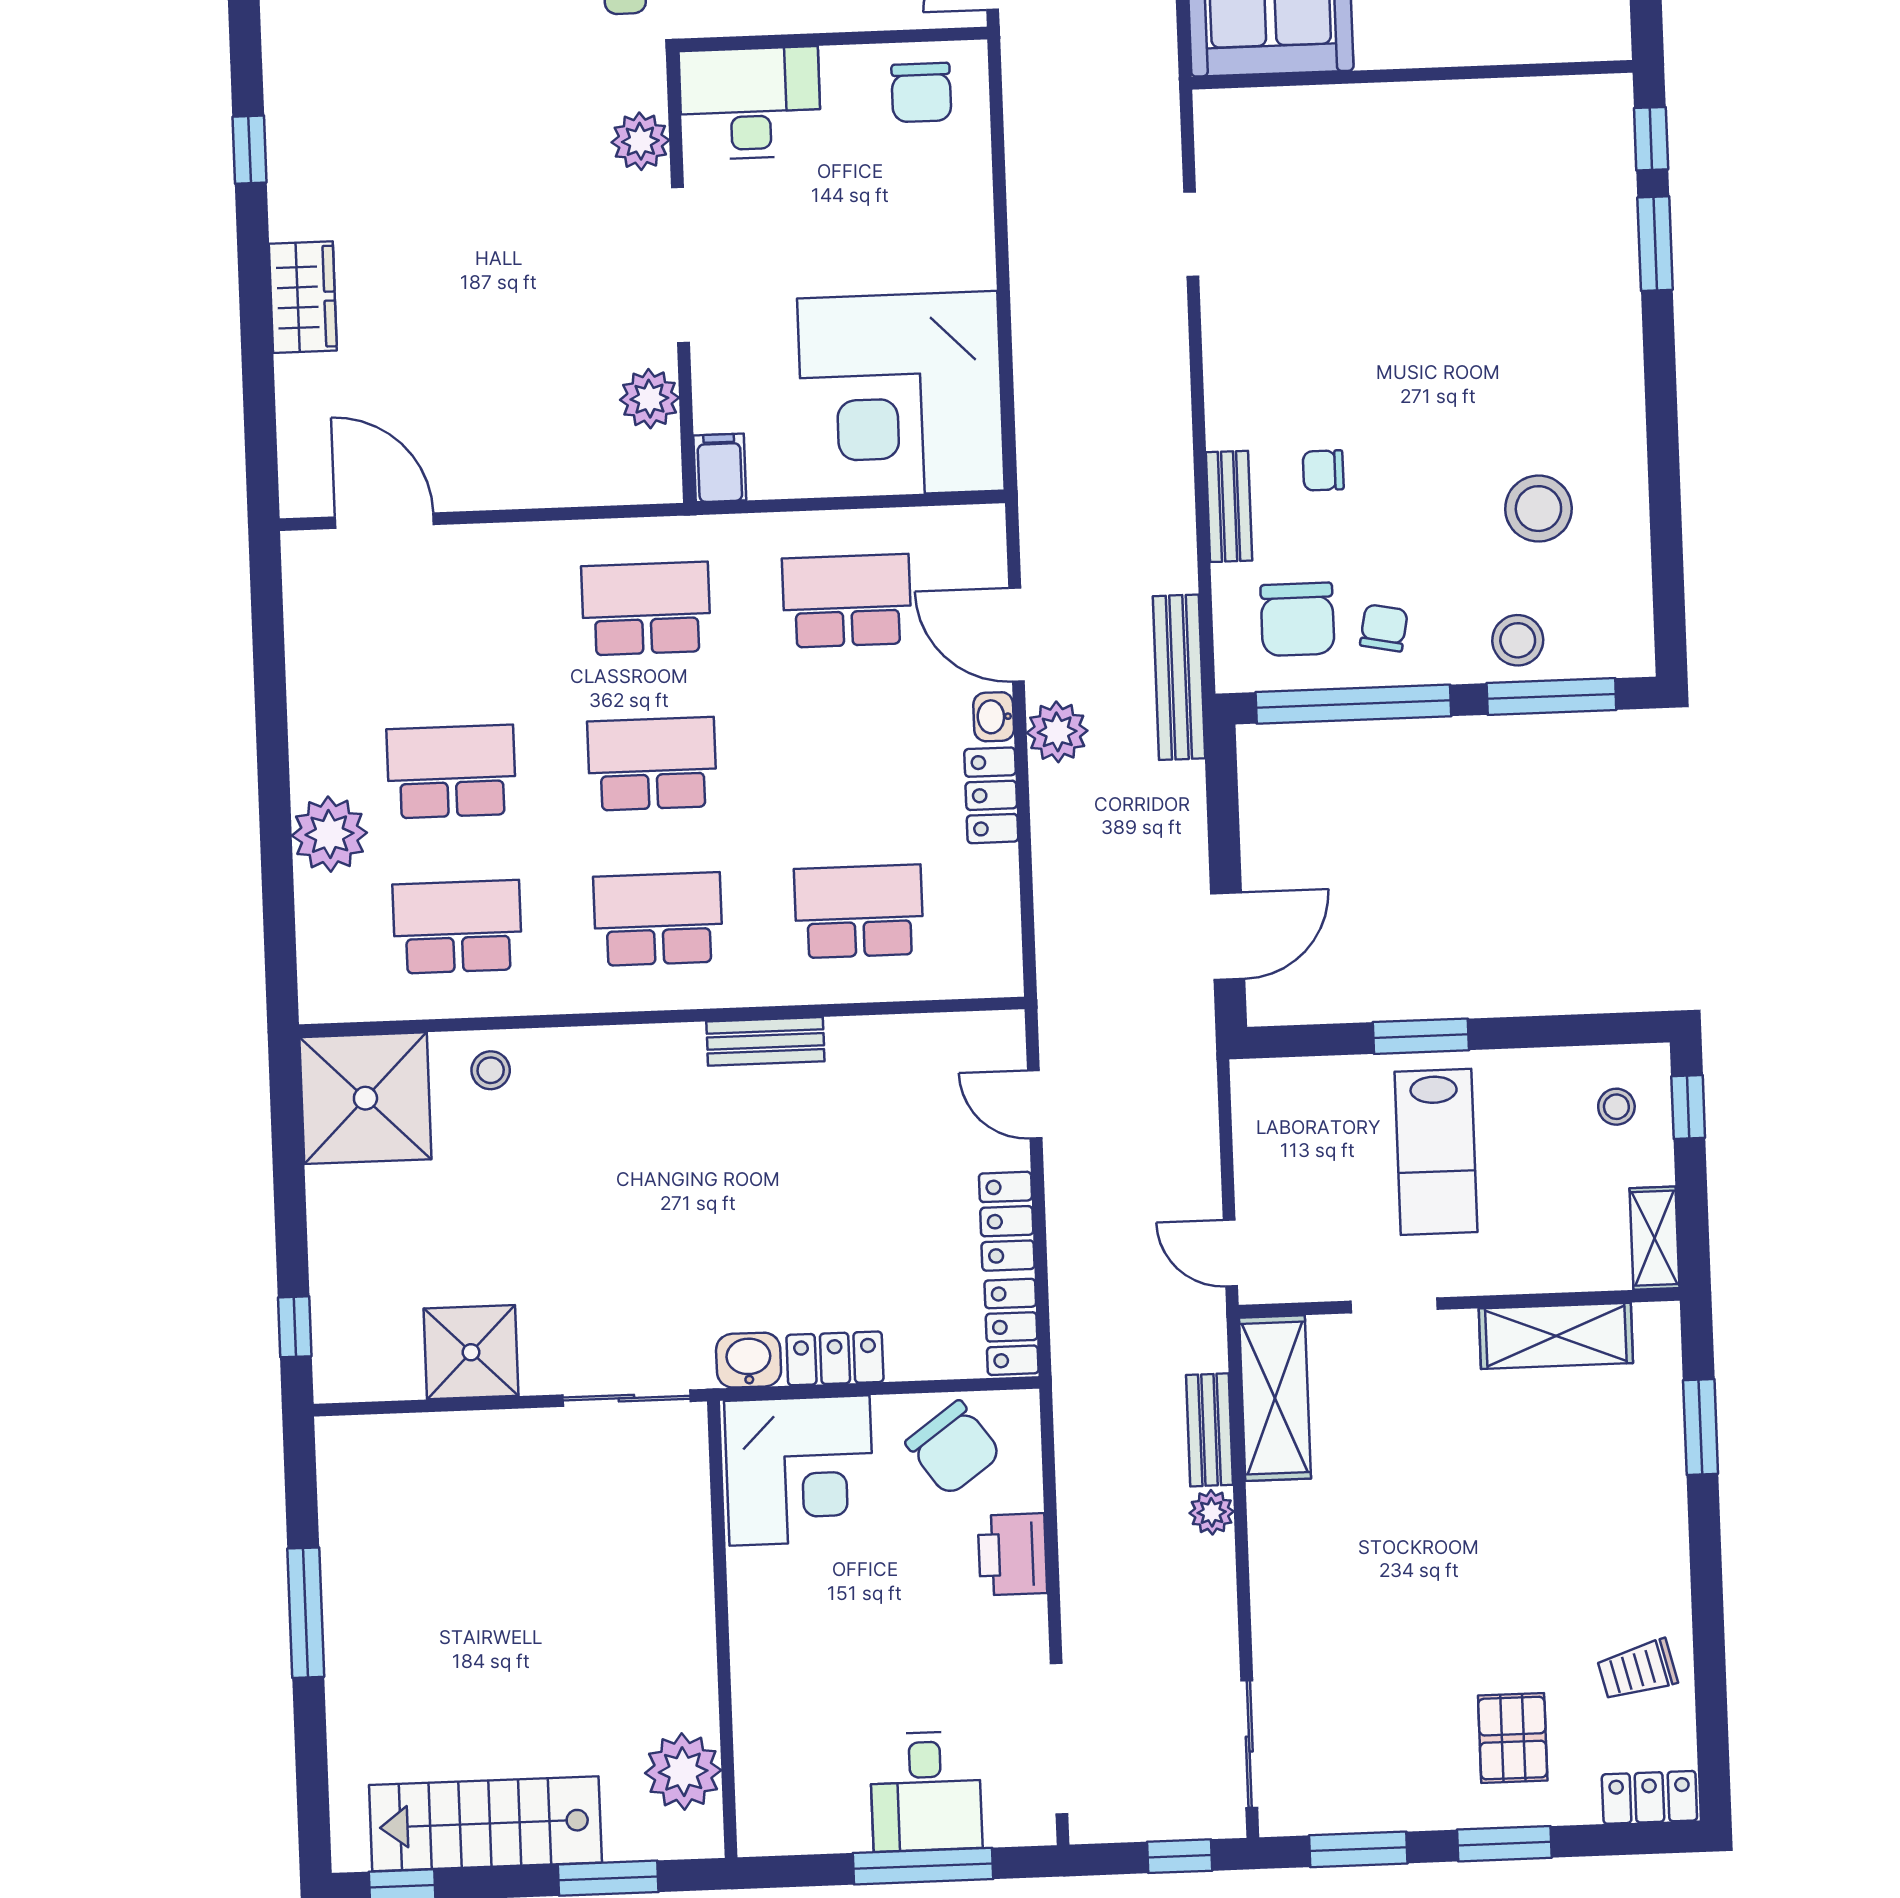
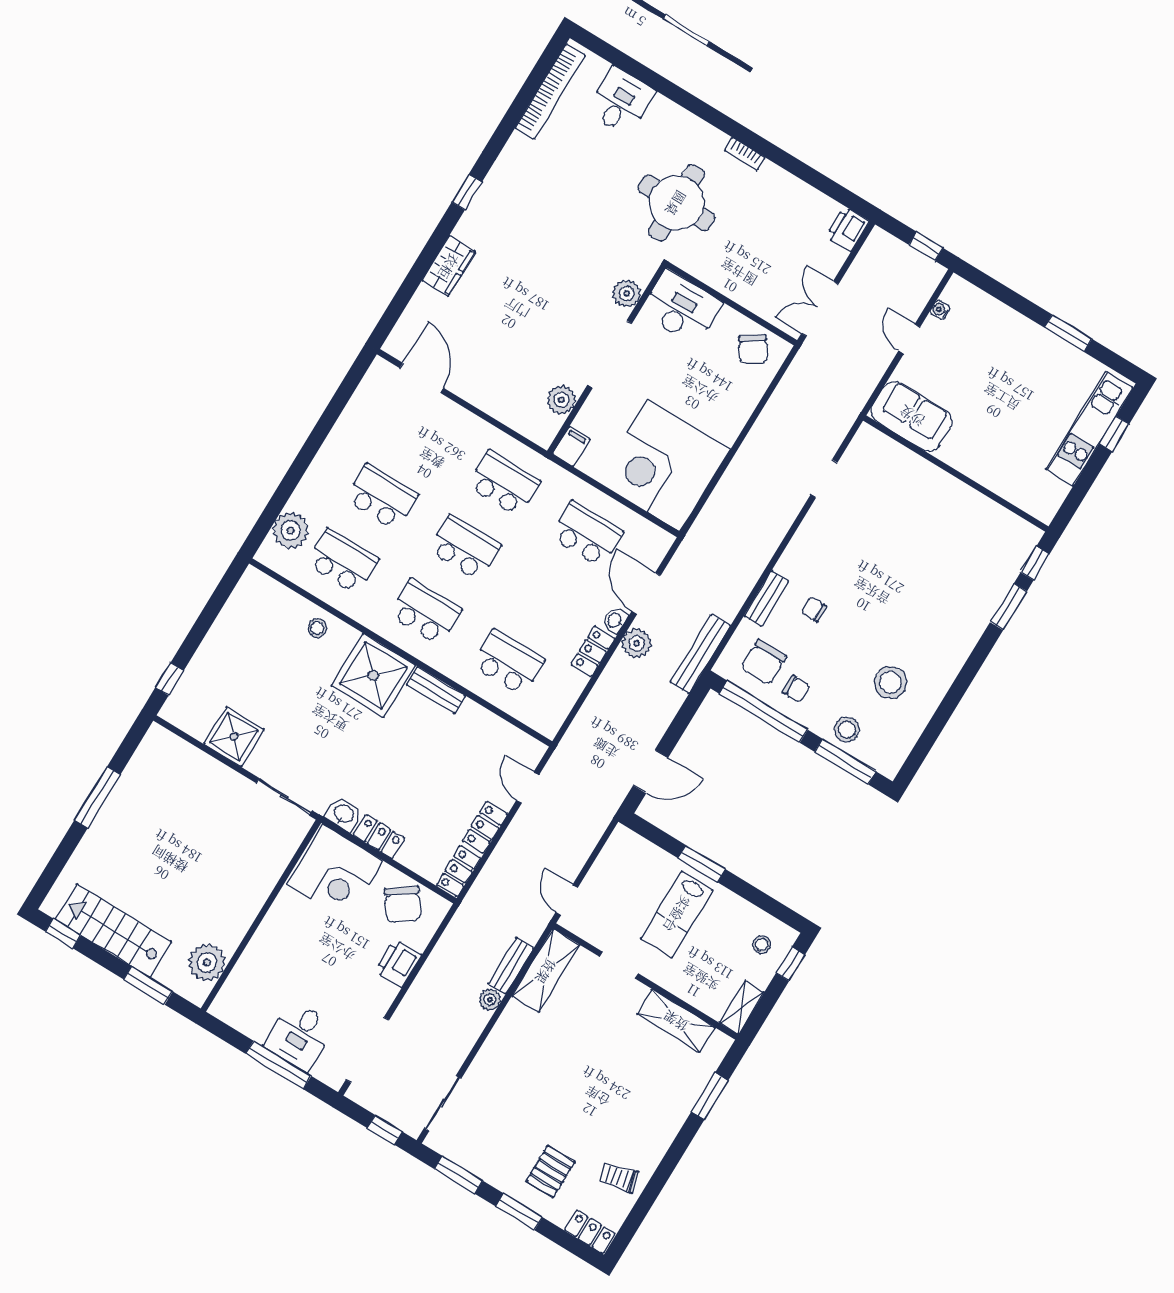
chair: (921, 92) -> (753, 349), turned -34
chair: (1384, 628) -> (796, 689), turned 79
plant: (329, 834) -> (291, 531), moved
shower: (365, 1098) -> (373, 675), moved

